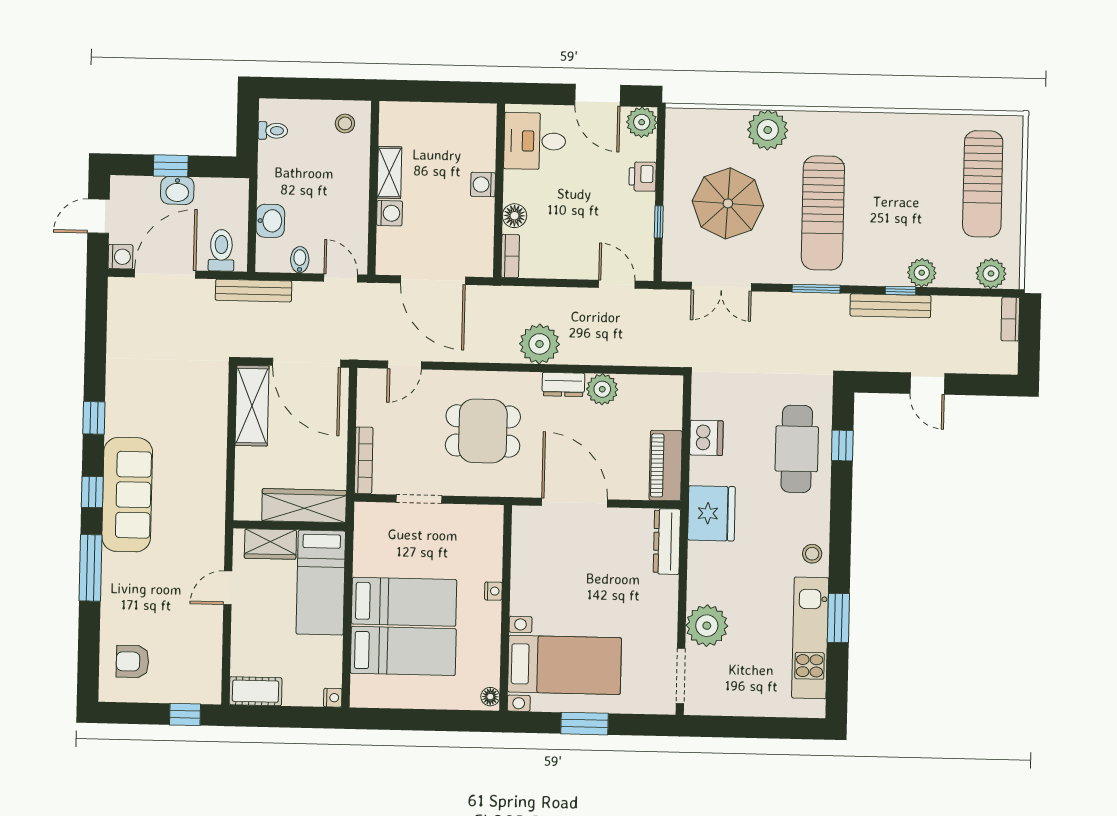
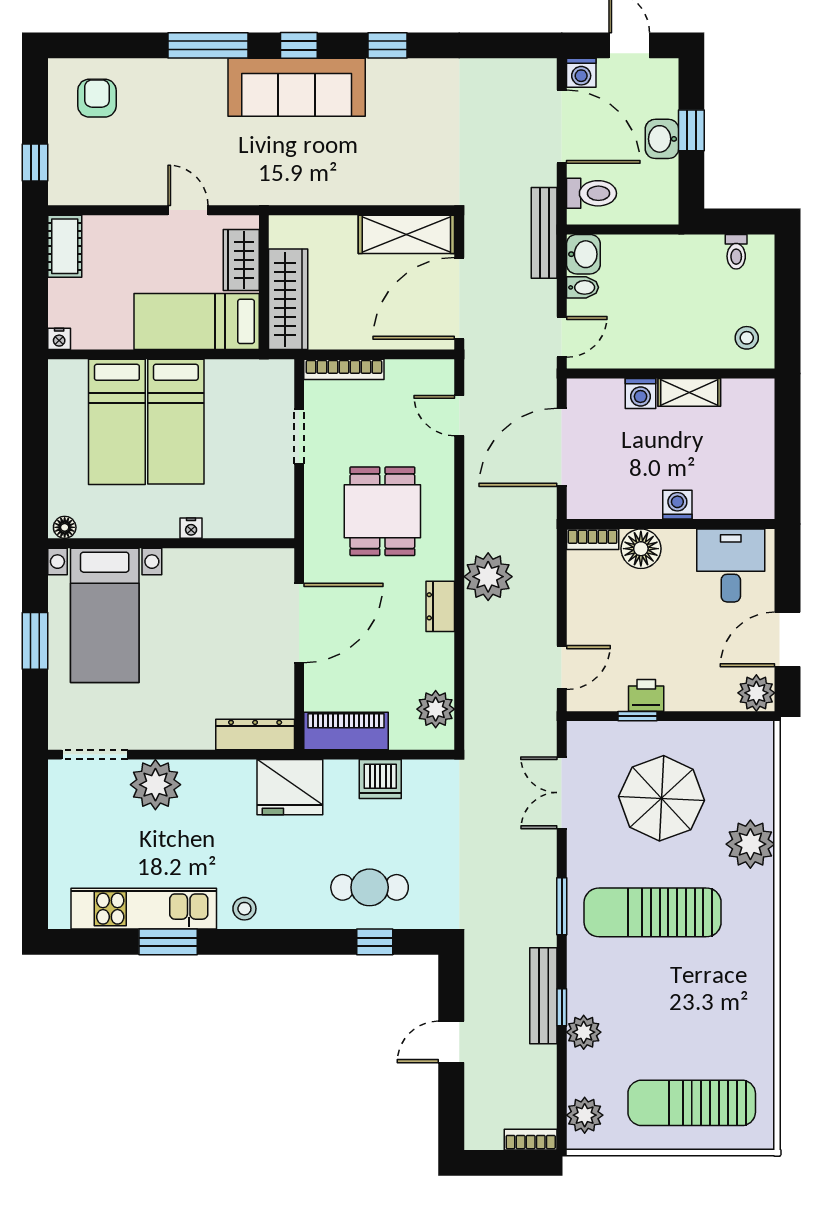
printer: (643, 177) -> (646, 695), moved
floor lamp: (515, 216) -> (641, 549), width x1.38, depth x1.38
washbasin: (270, 221) -> (583, 254), moved, turned -90
plant: (602, 389) -> (436, 709), moved
cafe table: (797, 449) -> (370, 887), width x0.73, depth x0.74

